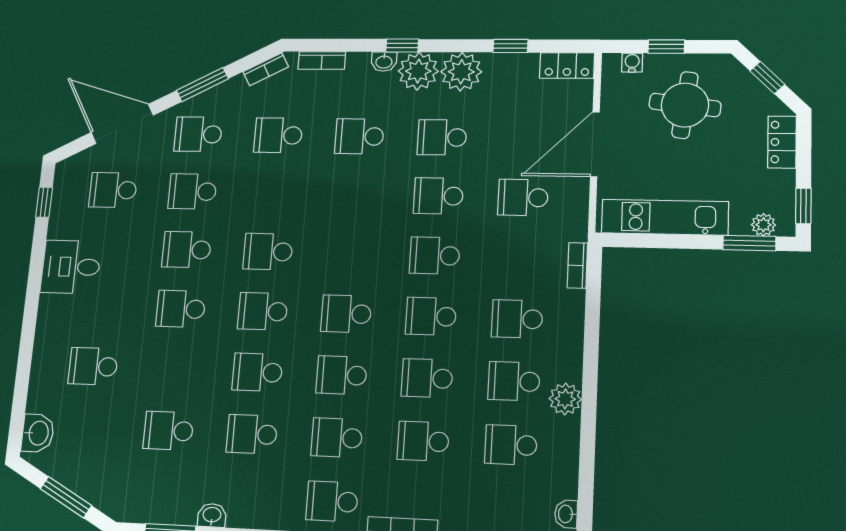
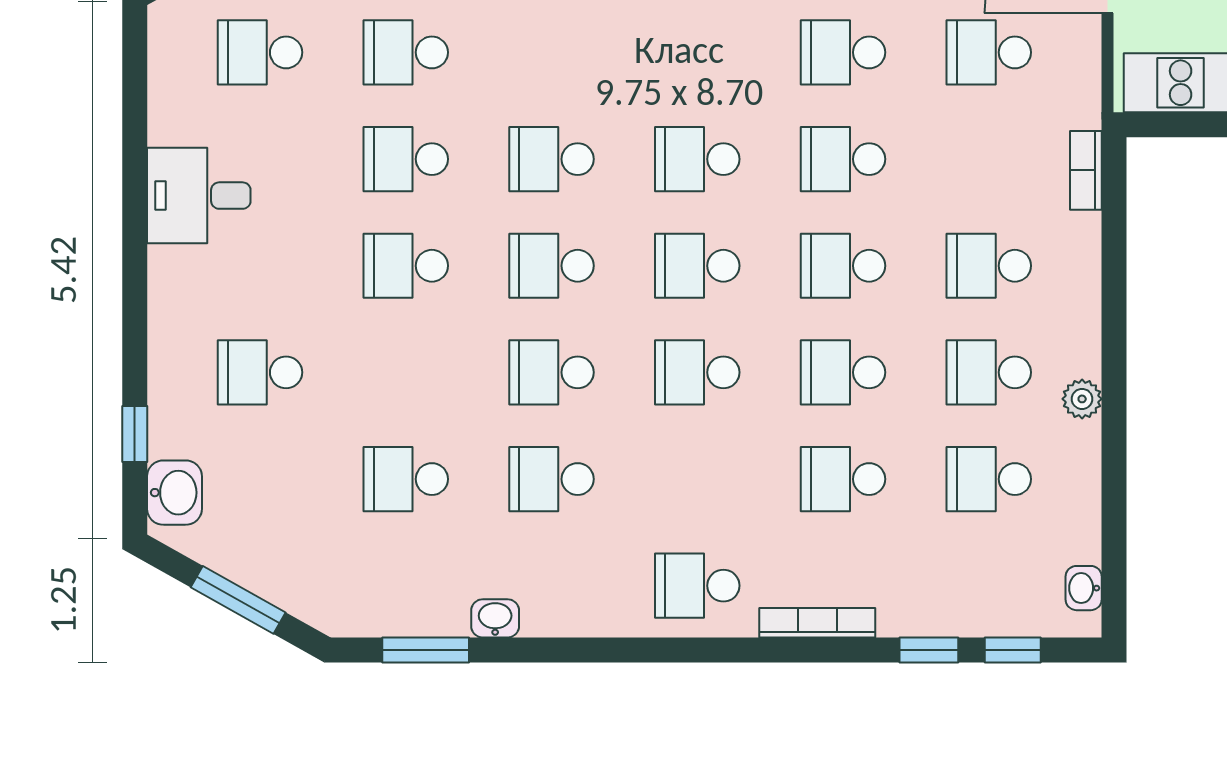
window: (44, 202) -> (135, 434), moved
plant: (565, 399) -> (1082, 399), width x0.73, depth x0.73
school desk: (337, 438) -> (697, 159), moved

